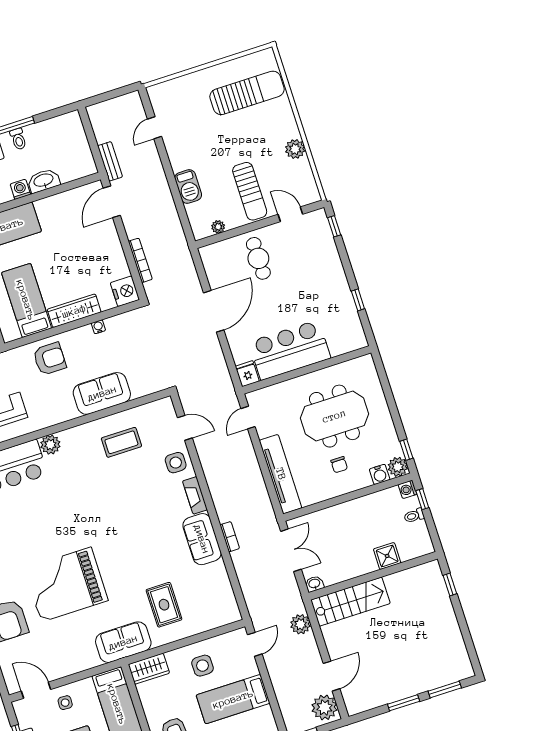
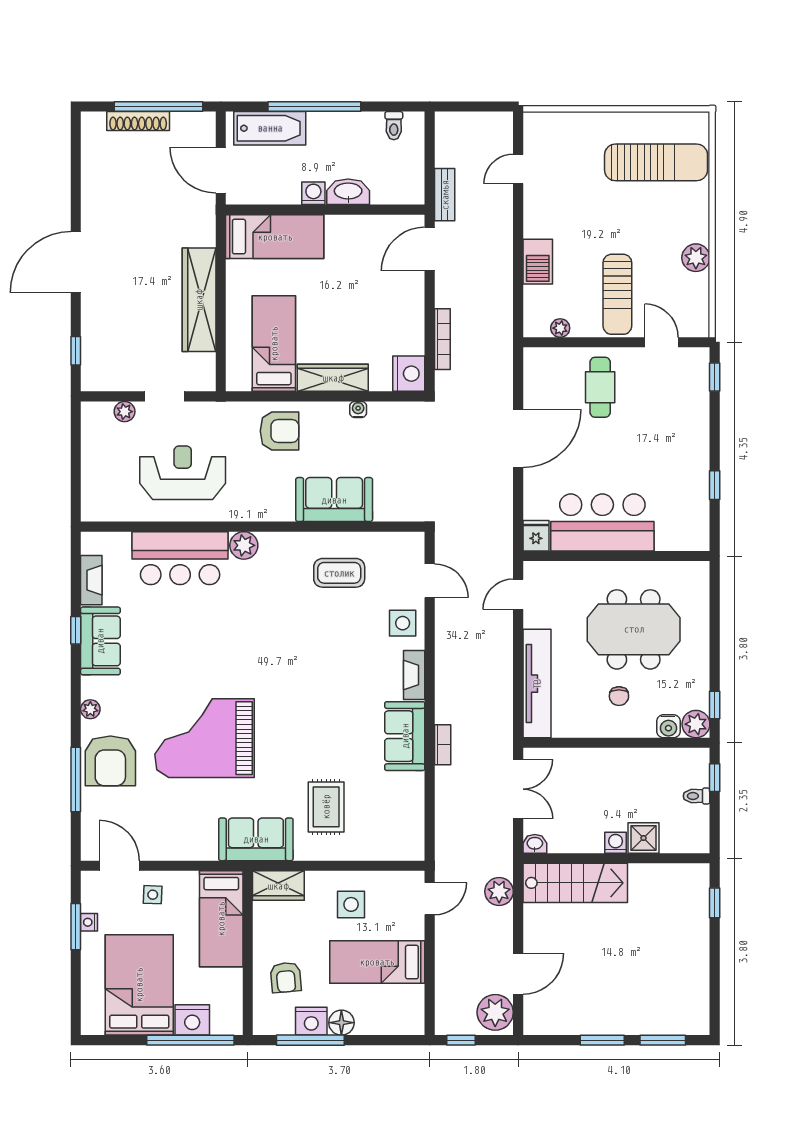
toilet: (18, 139) -> (394, 126), moved
washing machine: (408, 489) -> (616, 843), moved, turned 90

